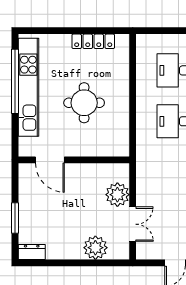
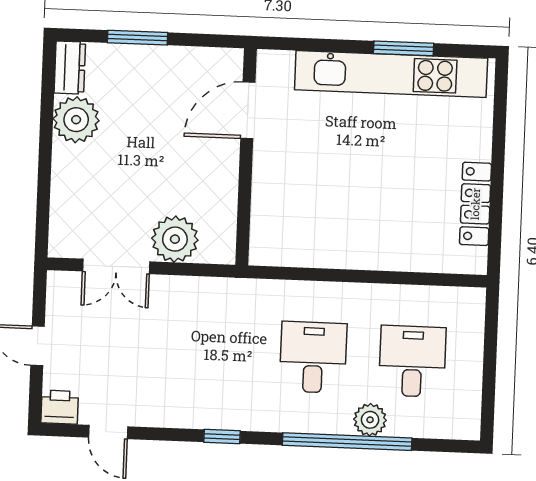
window: (15, 81) -> (404, 48), width x0.47
round table: (84, 103) -> (356, 181), removed
plant: (95, 248) -> (76, 120), moved

